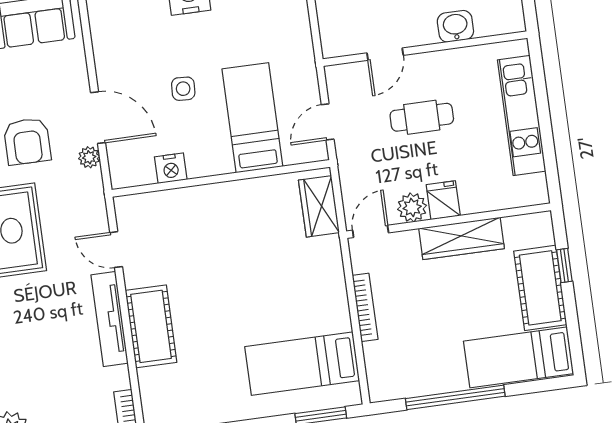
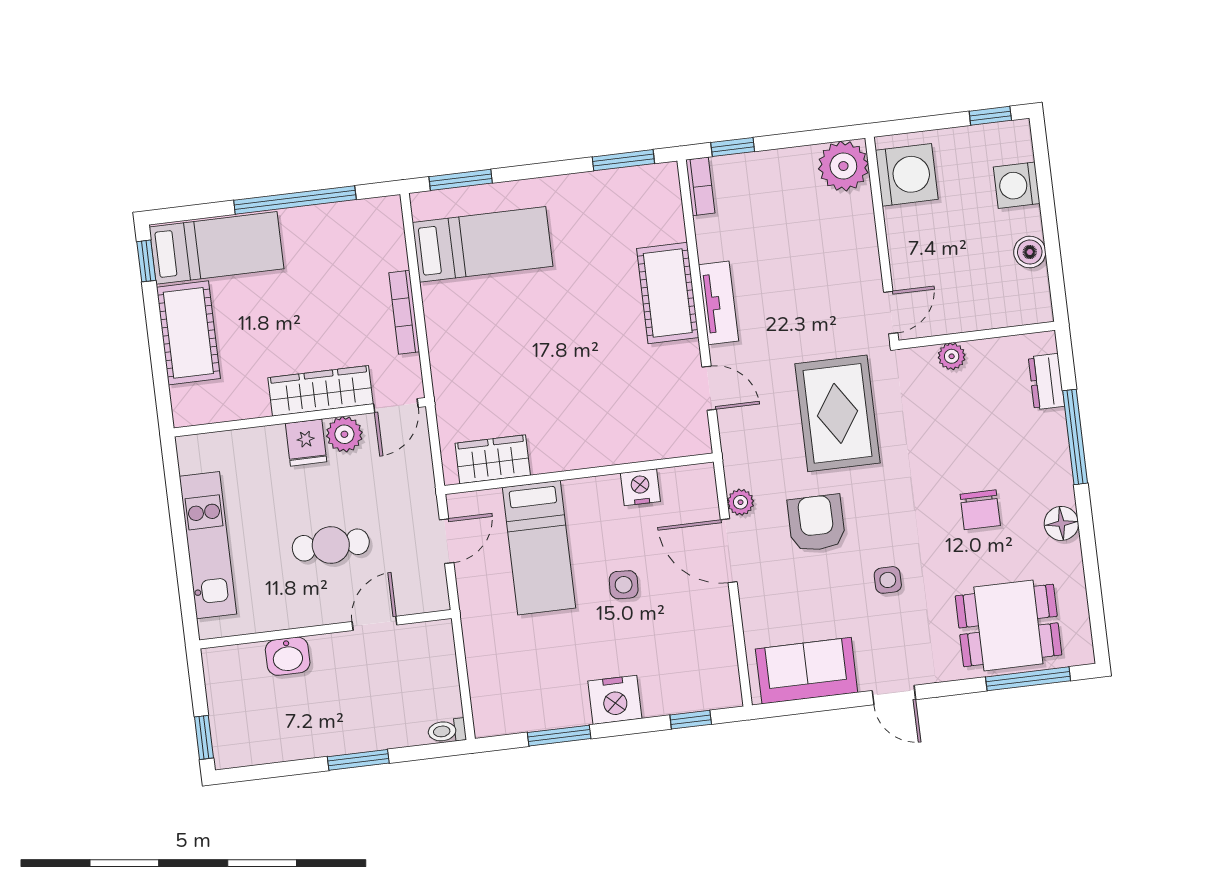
wardrobe: (319, 206) -> (493, 459), moved, turned -90
wardrobe: (462, 238) -> (320, 391), moved
window: (564, 265) -> (146, 261), moved
tv unit: (110, 319) -> (719, 303), width x0.71

